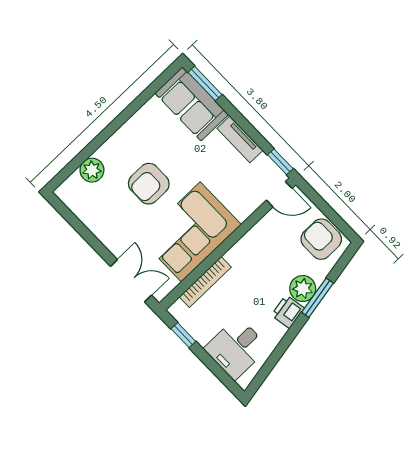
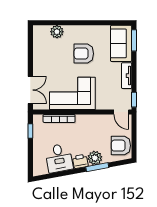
armchair: (149, 184) -> (84, 54), moved
armchair: (321, 239) -> (121, 146), turned -90
desk: (236, 348) -> (59, 158), moved, turned -100

